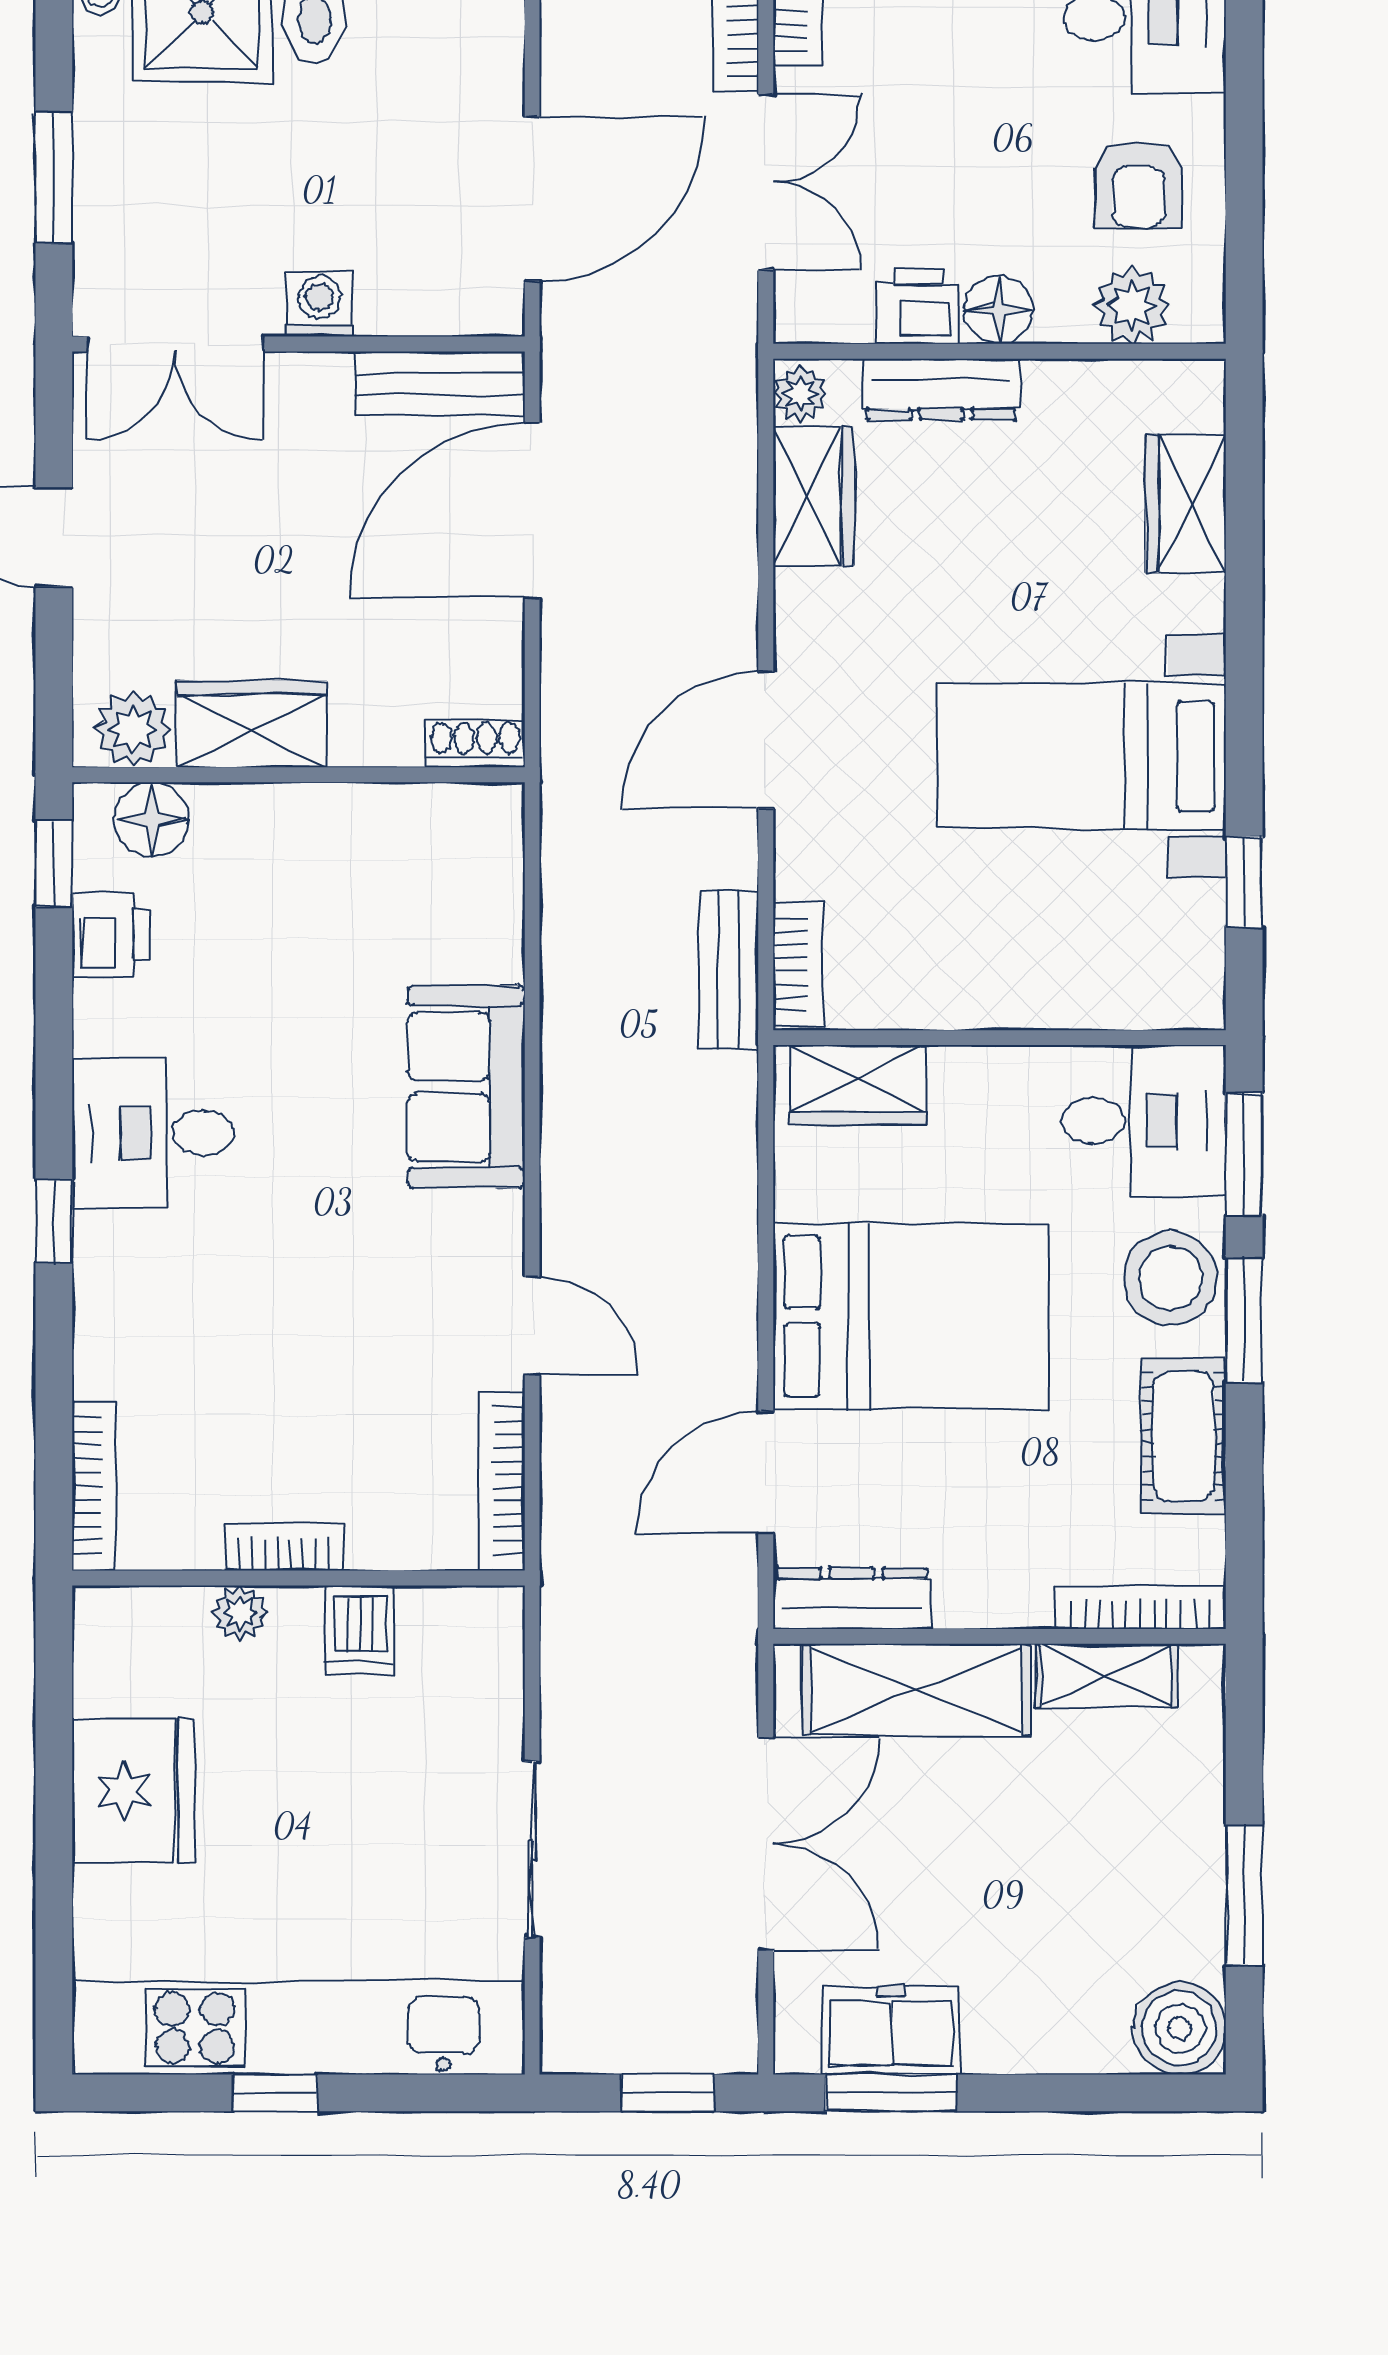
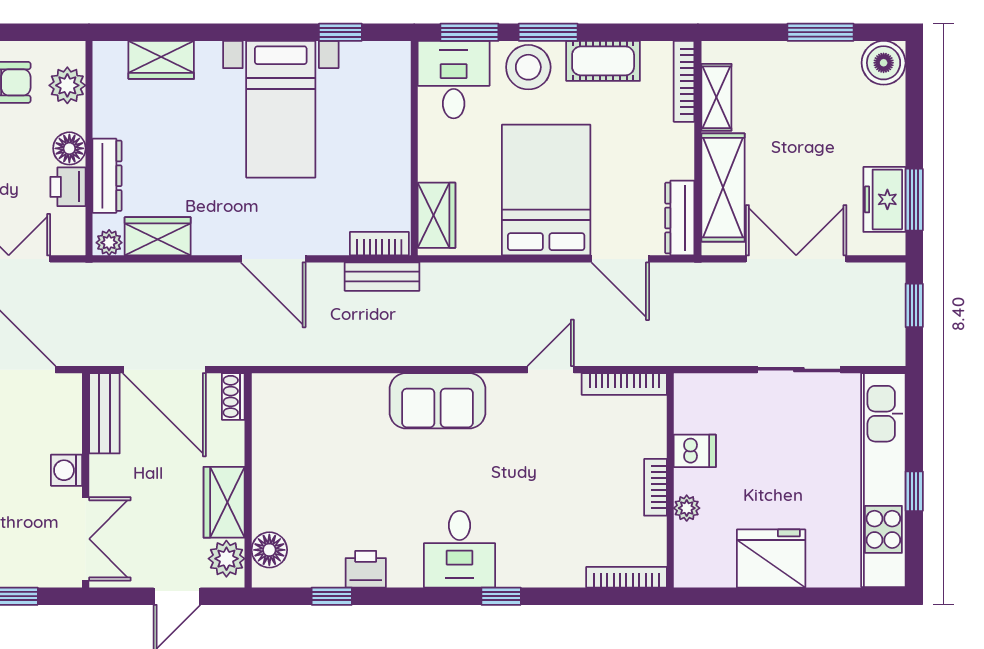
wardrobe: (252, 724) -> (224, 502), moved
plant: (133, 729) -> (226, 559), moved
shoe rack: (475, 743) -> (233, 396), moved
wall: (298, 775) -> (248, 480), moved
floor lamp: (152, 819) -> (269, 550), moved

